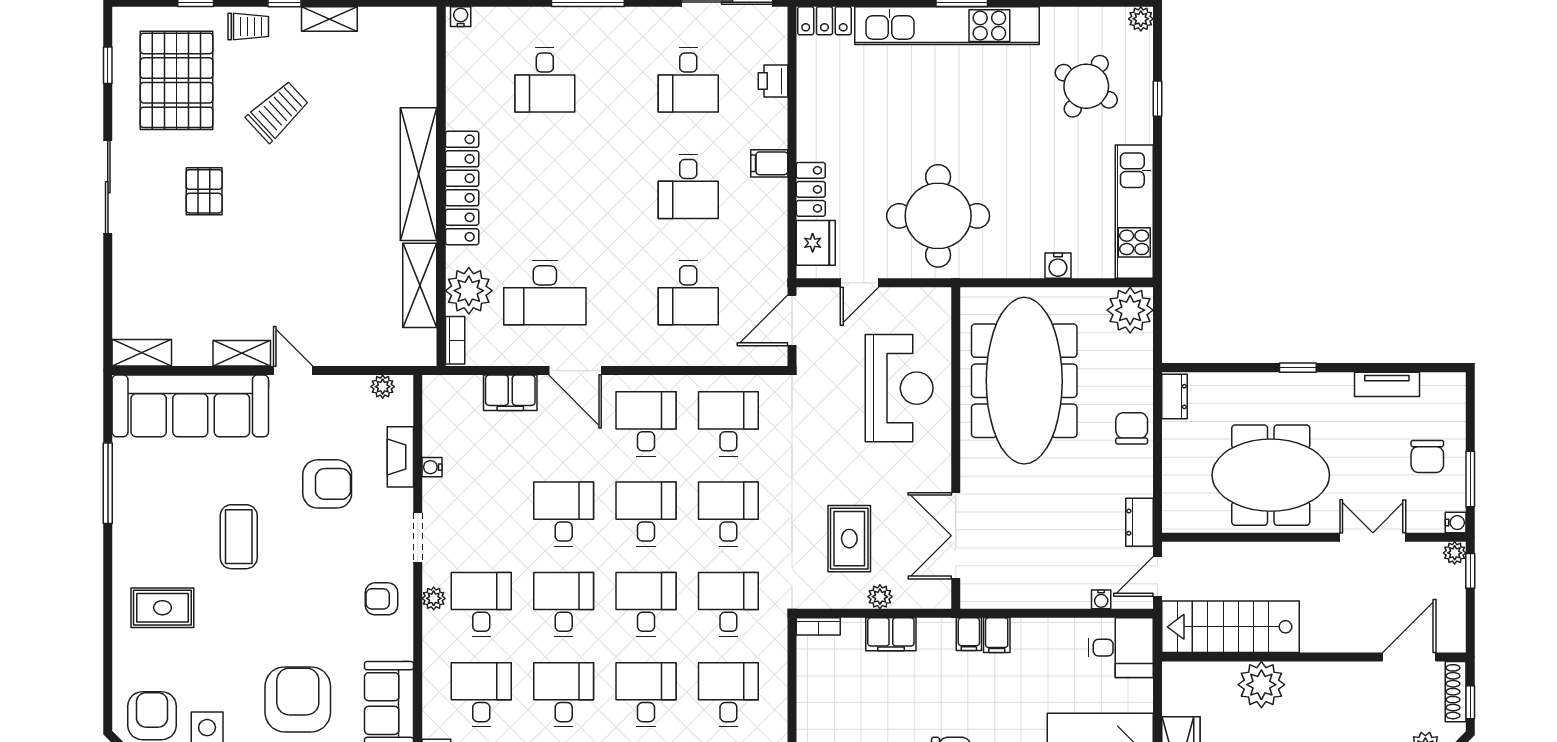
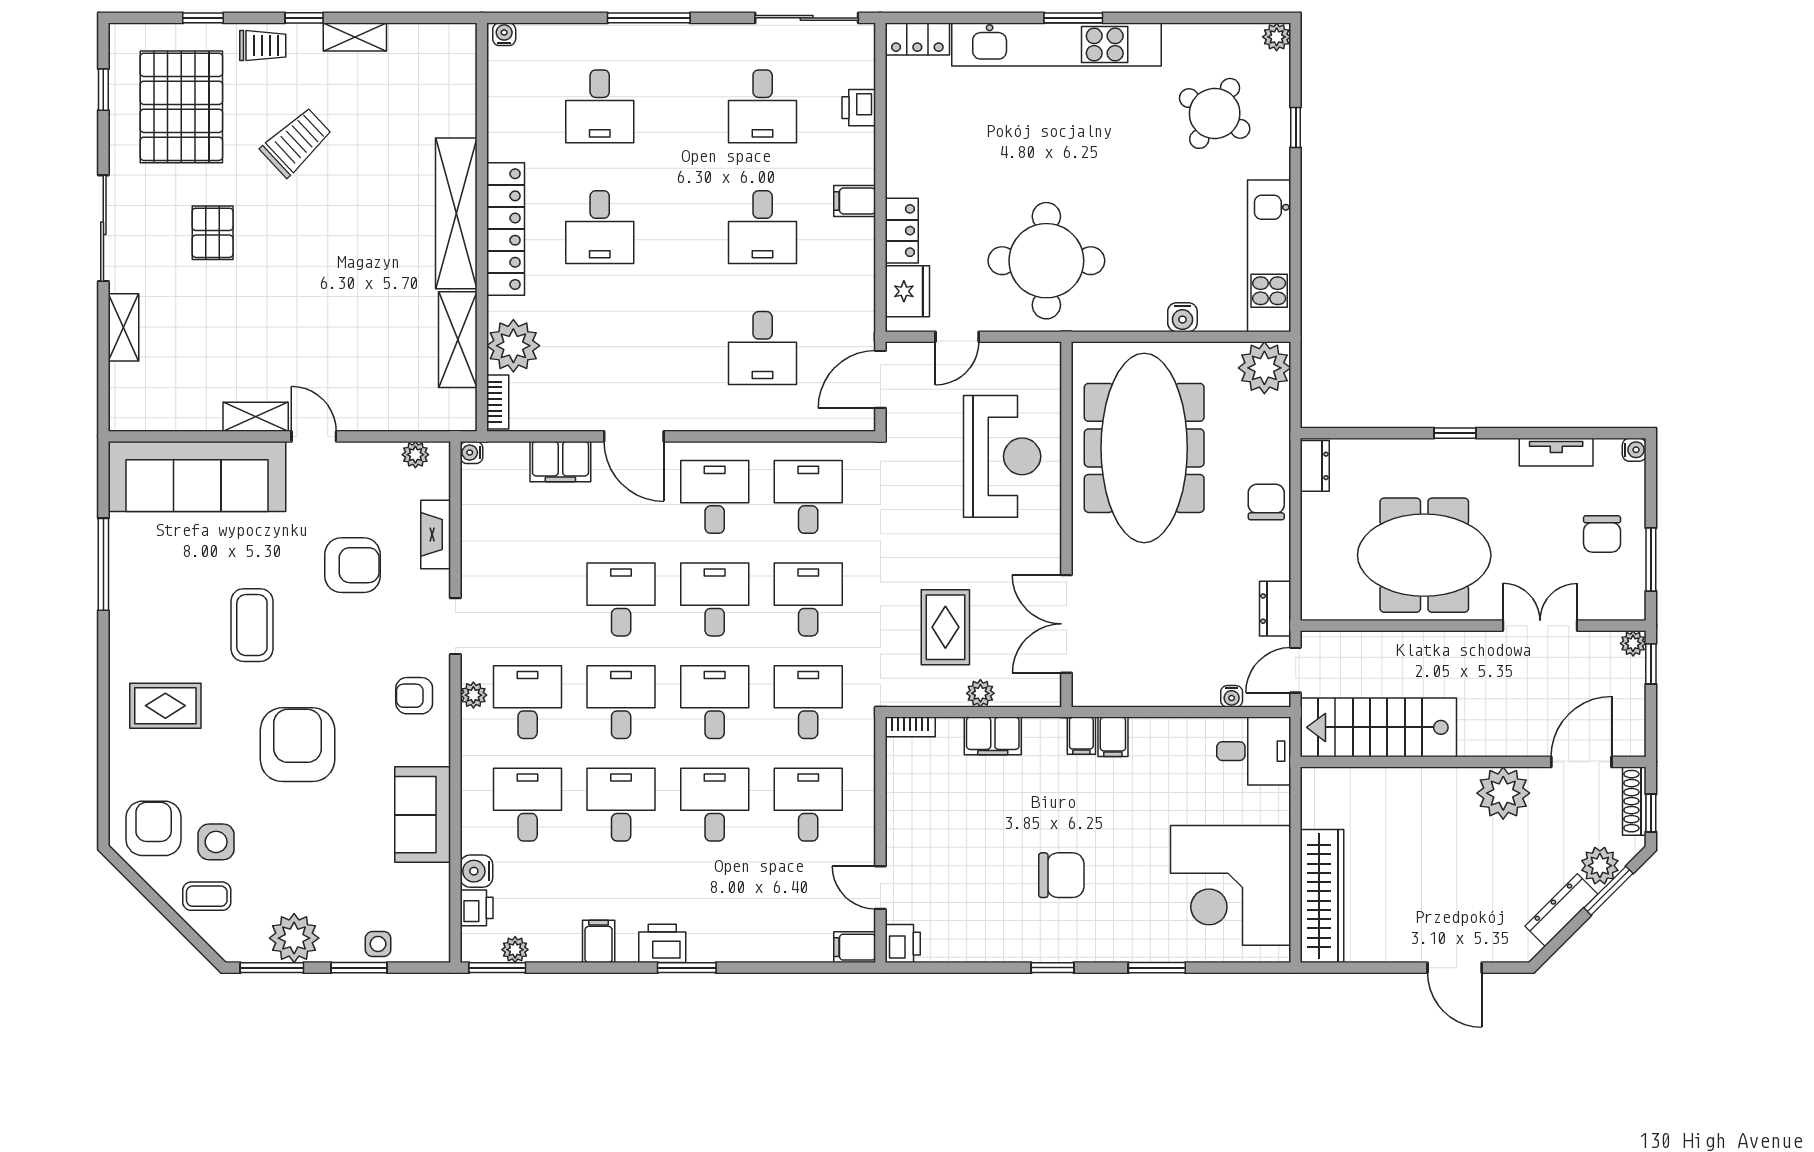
desk: (545, 293) -> (600, 227), moved, width x0.73
shelving: (142, 353) -> (123, 327), moved, turned 90
water cooler: (432, 467) -> (471, 453), moved
water cooler: (1456, 523) -> (1634, 450), moved
plant: (1261, 685) -> (1503, 793), moved
armchair: (298, 699) -> (298, 745), moved

